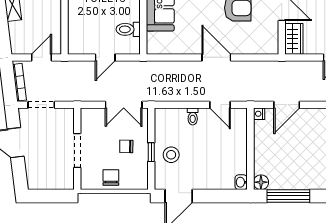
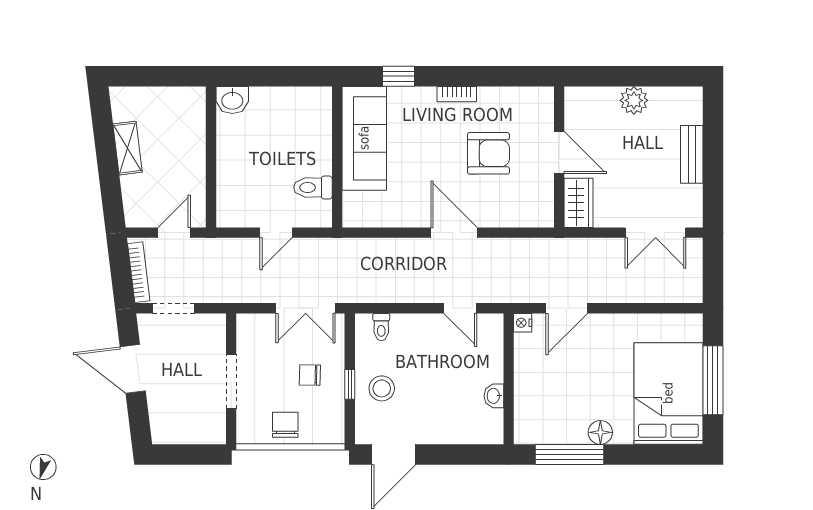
toilet: (193, 116) -> (381, 327), moved
washbasin: (241, 182) -> (494, 396), moved
floor lamp: (261, 182) -> (600, 432), moved

